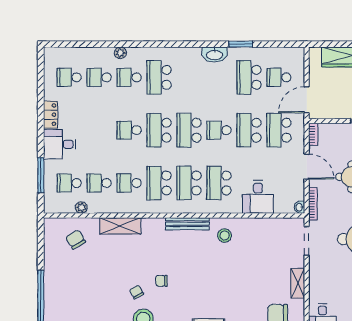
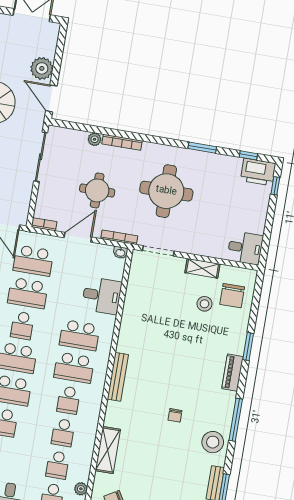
school desk: (159, 183) -> (69, 400), width x0.54
stool: (225, 236) -> (204, 304), moved
chair: (137, 292) -> (182, 444), removed

